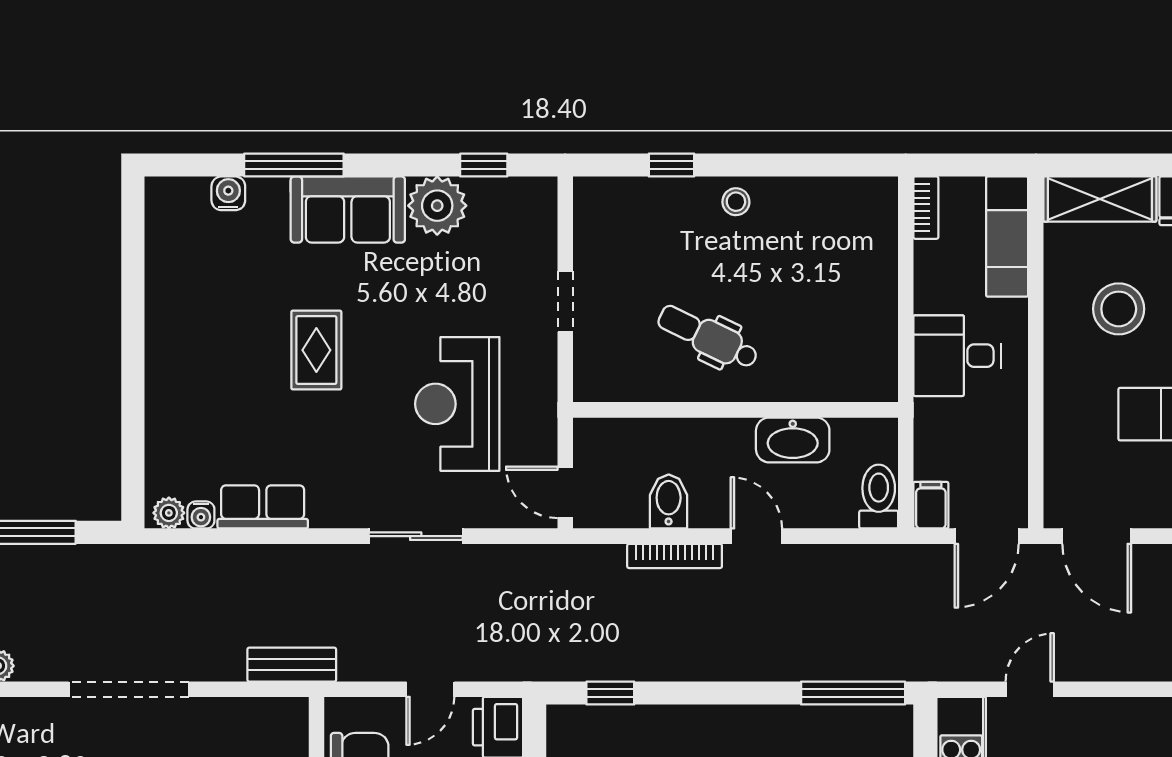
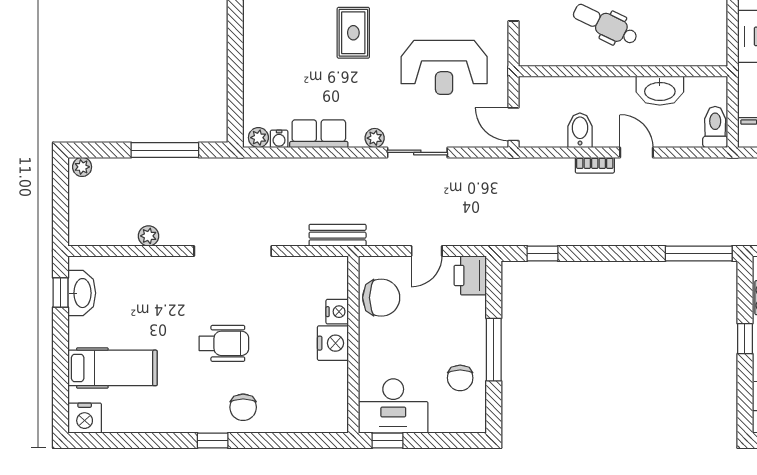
reception desk: (457, 404) -> (444, 67), turned -90
plant: (349, 514) -> (375, 138), added
bookcase: (675, 556) -> (595, 165), width x0.64

